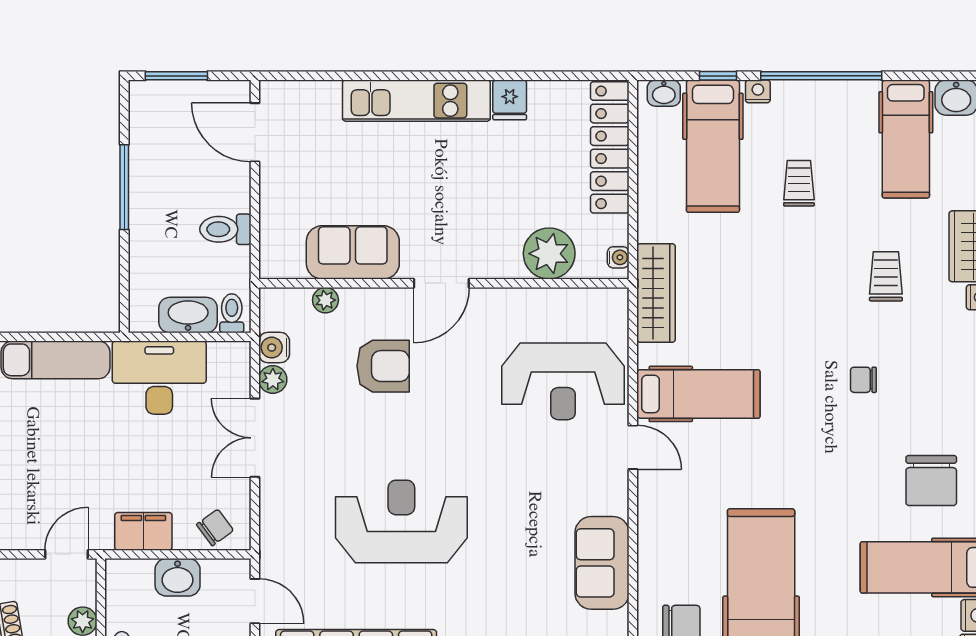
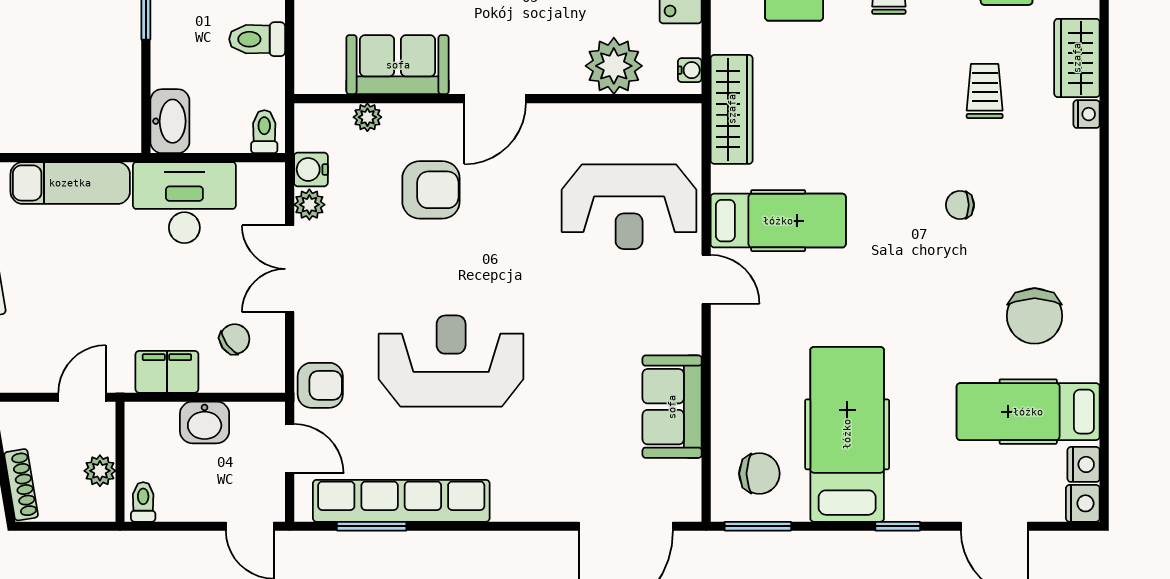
washbasin: (188, 315) -> (170, 121), moved, turned 90
chair: (215, 527) -> (235, 339), moved
armchair: (283, 544) -> (320, 385), added

